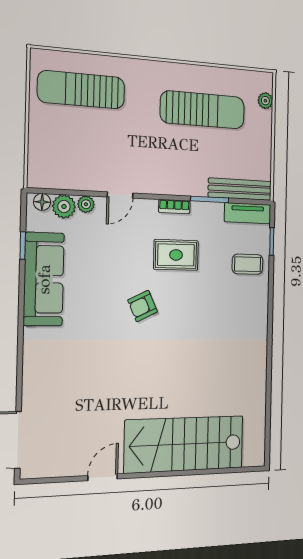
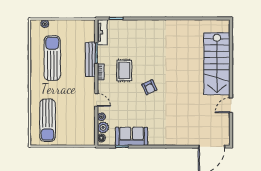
bench: (240, 189) -> (90, 60), moved
coffee table: (247, 264) -> (128, 32), removed
sofa: (44, 279) -> (132, 136), width x0.73
door: (103, 477) -> (231, 105), hinge flipped

